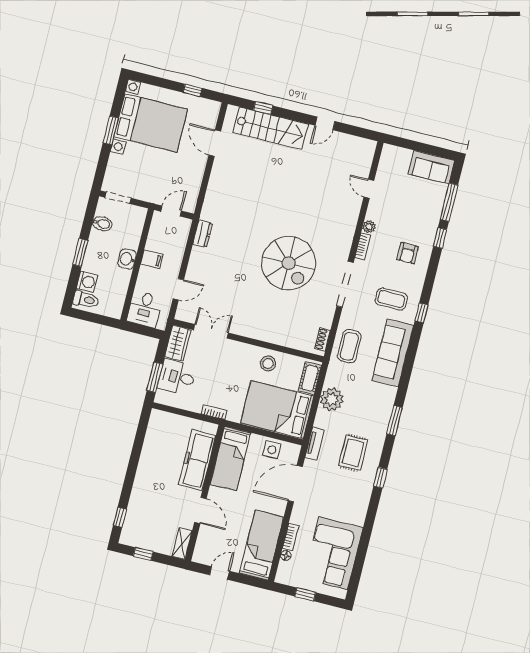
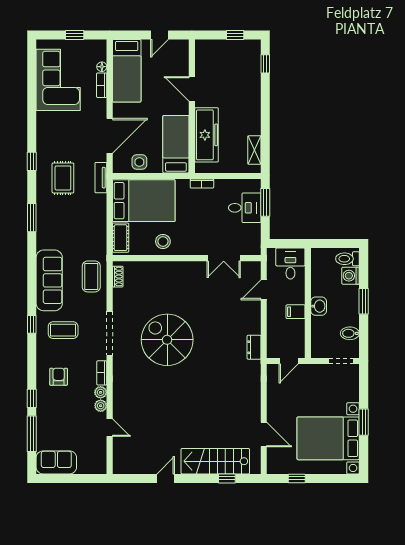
wardrobe: (178, 343) -> (252, 240), removed
plant: (332, 399) -> (101, 406), moved, width x0.53, depth x0.53
shelving: (182, 544) -> (254, 150), moved

